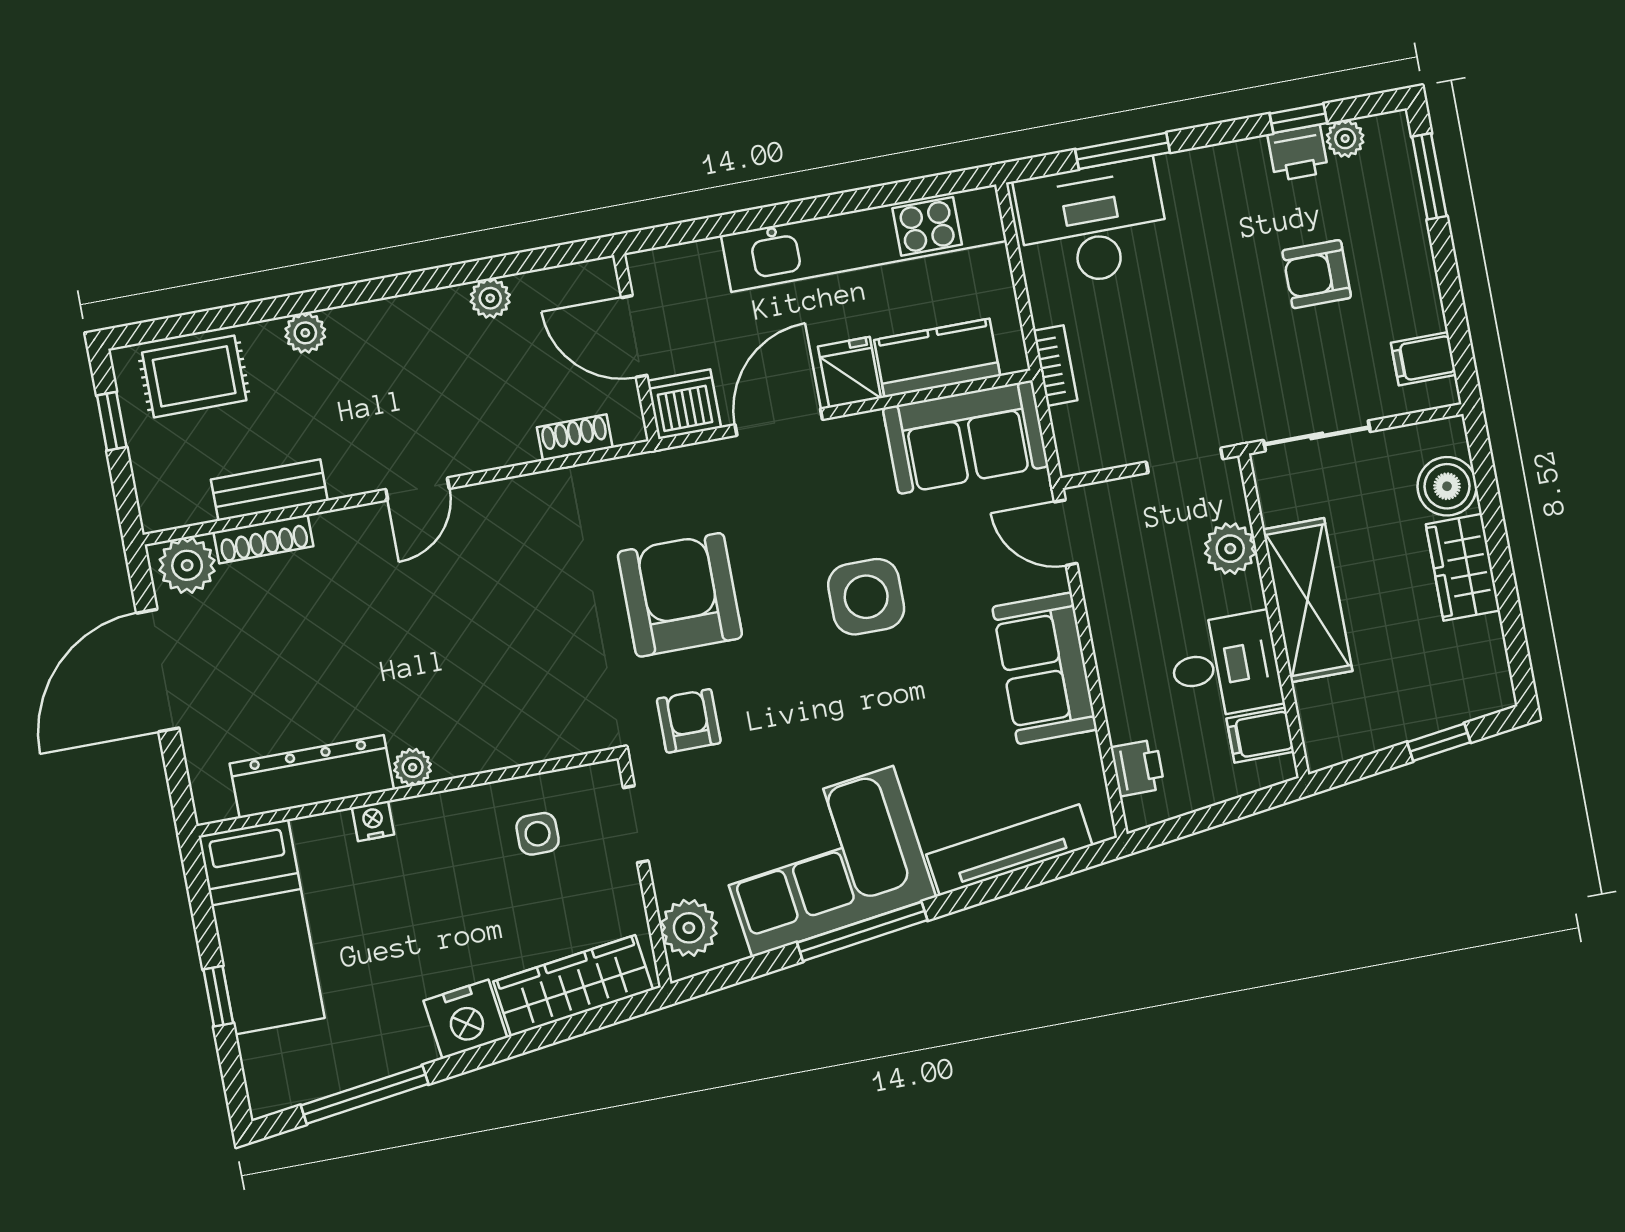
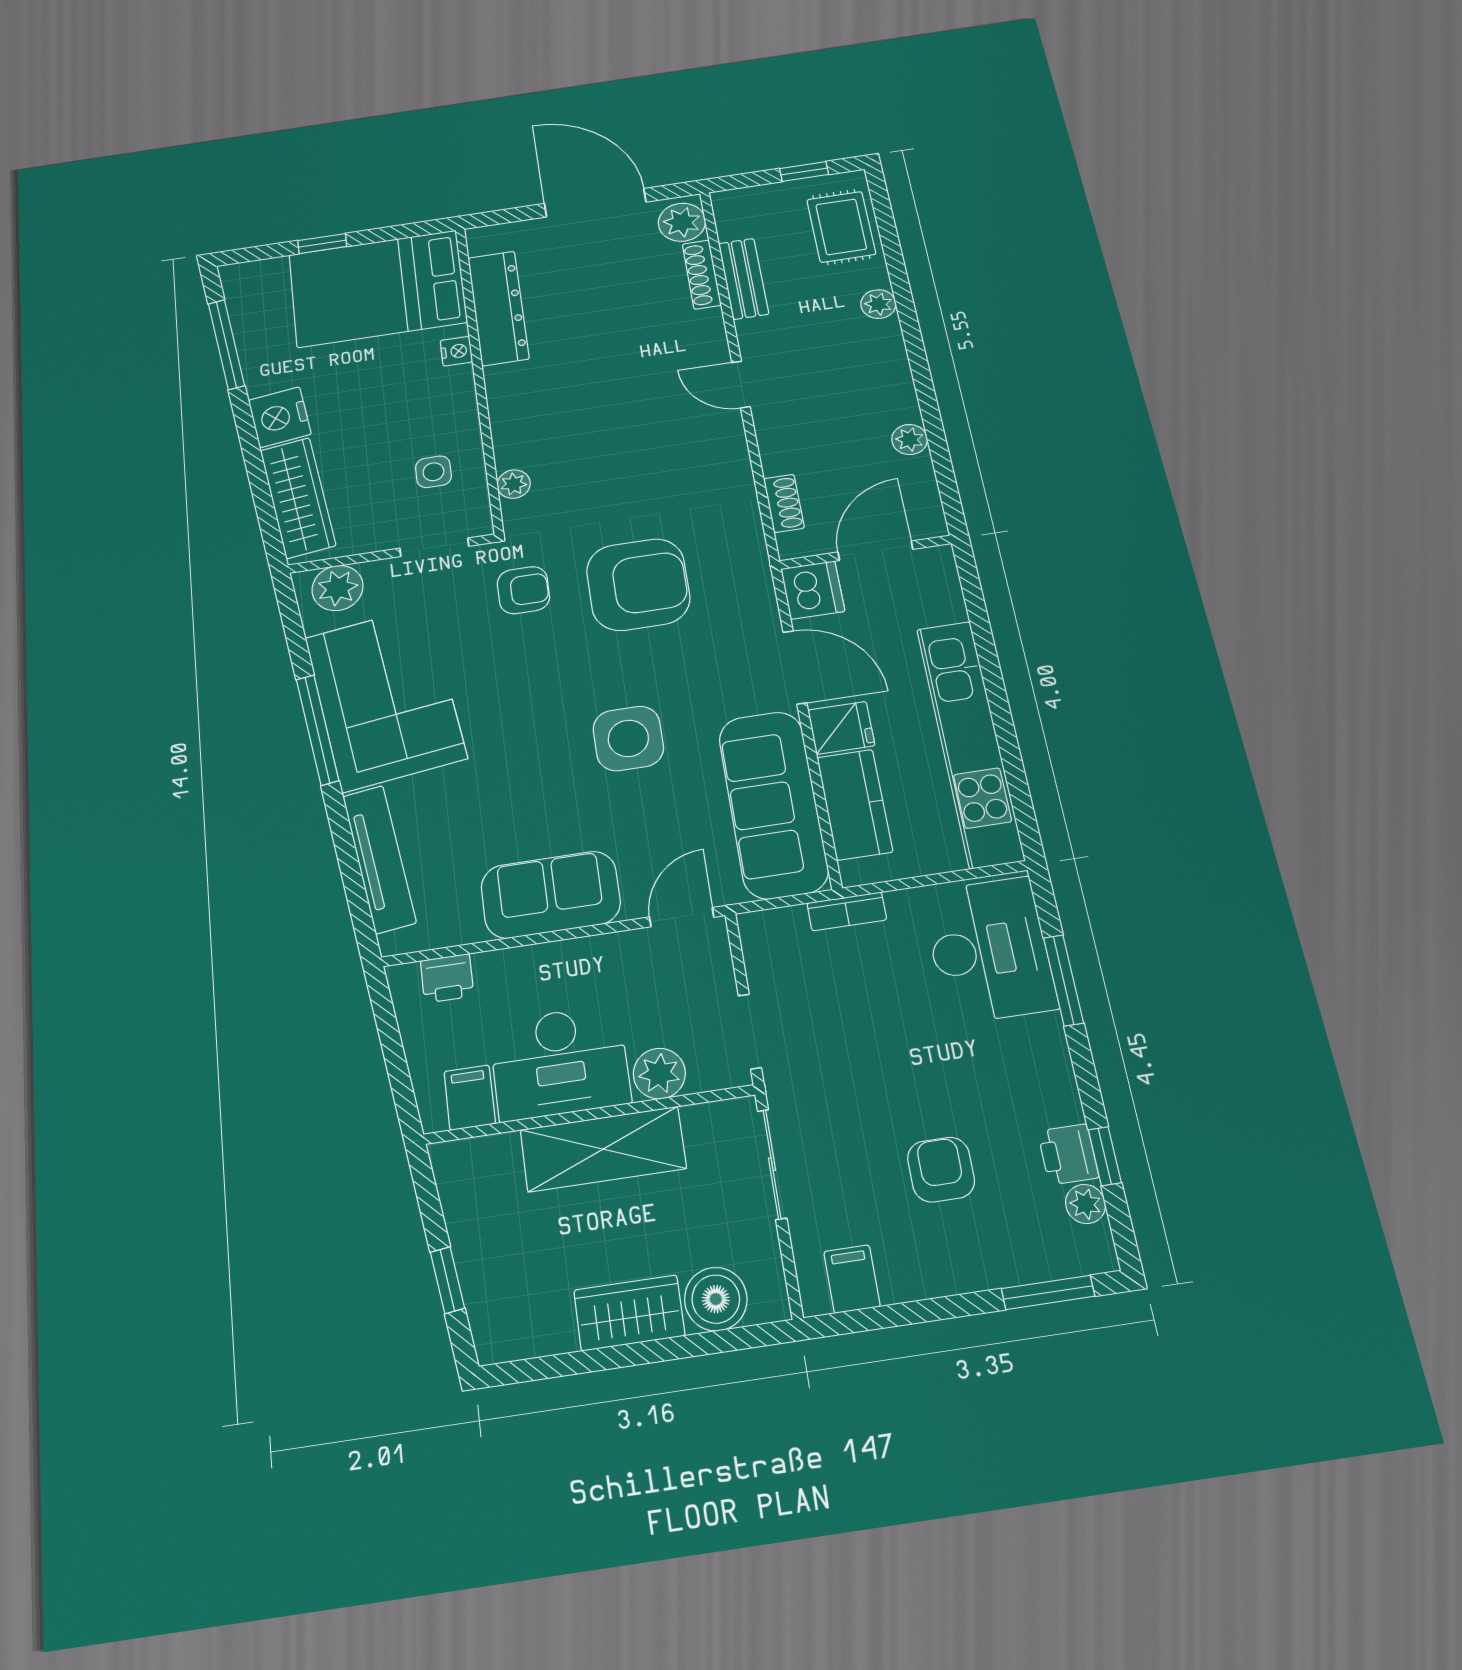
sofa: (966, 437) -> (773, 804), width x1.36
desk: (1225, 666) -> (560, 1063), width x1.37
plant: (413, 767) -> (514, 484), moved
bed: (262, 927) -> (377, 288), width x1.50

